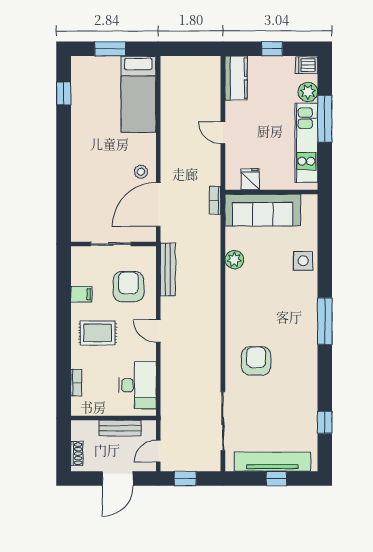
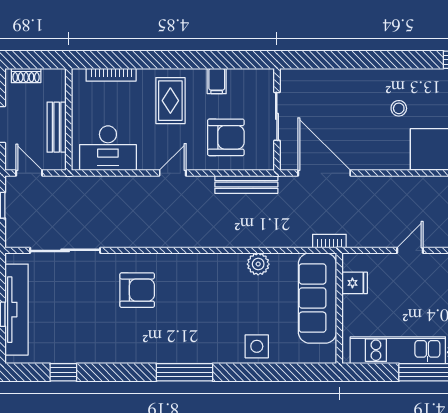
stool: (141, 172) -> (399, 108), moved
bookcase: (76, 383) -> (111, 75), width x1.56

